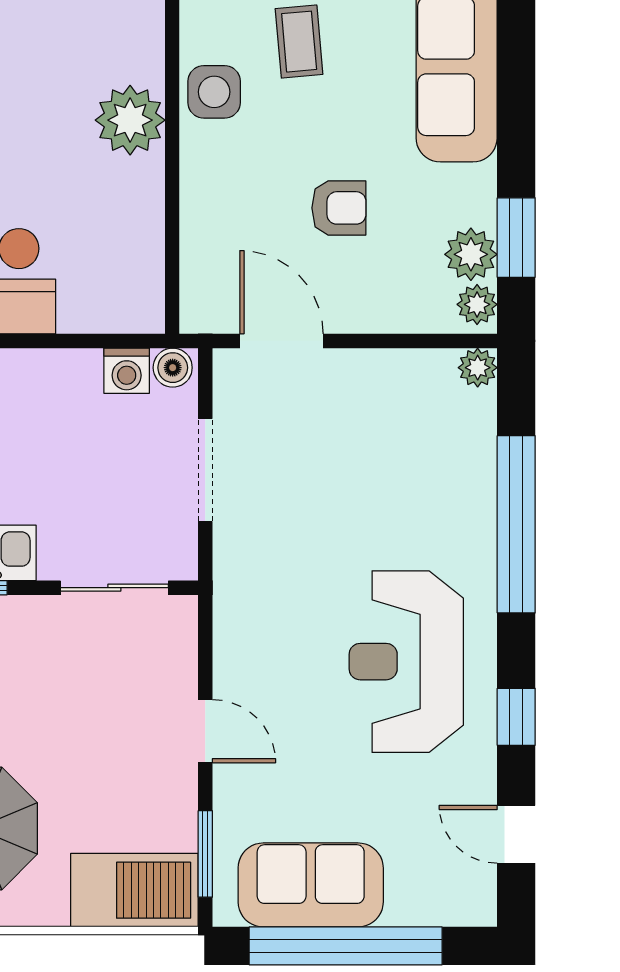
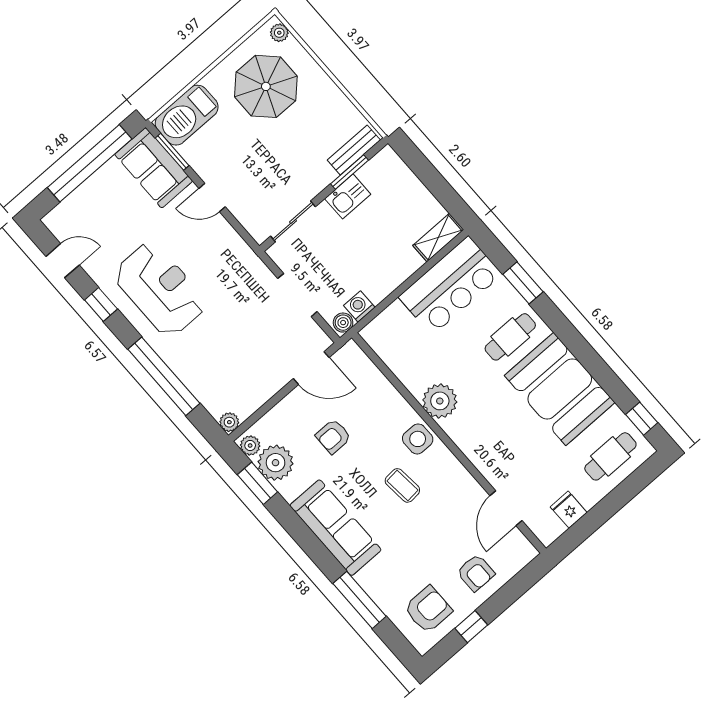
plant: (471, 254) -> (276, 463), width x1.36, depth x1.36
sofa: (311, 885) -> (154, 168), moved, turned 90

